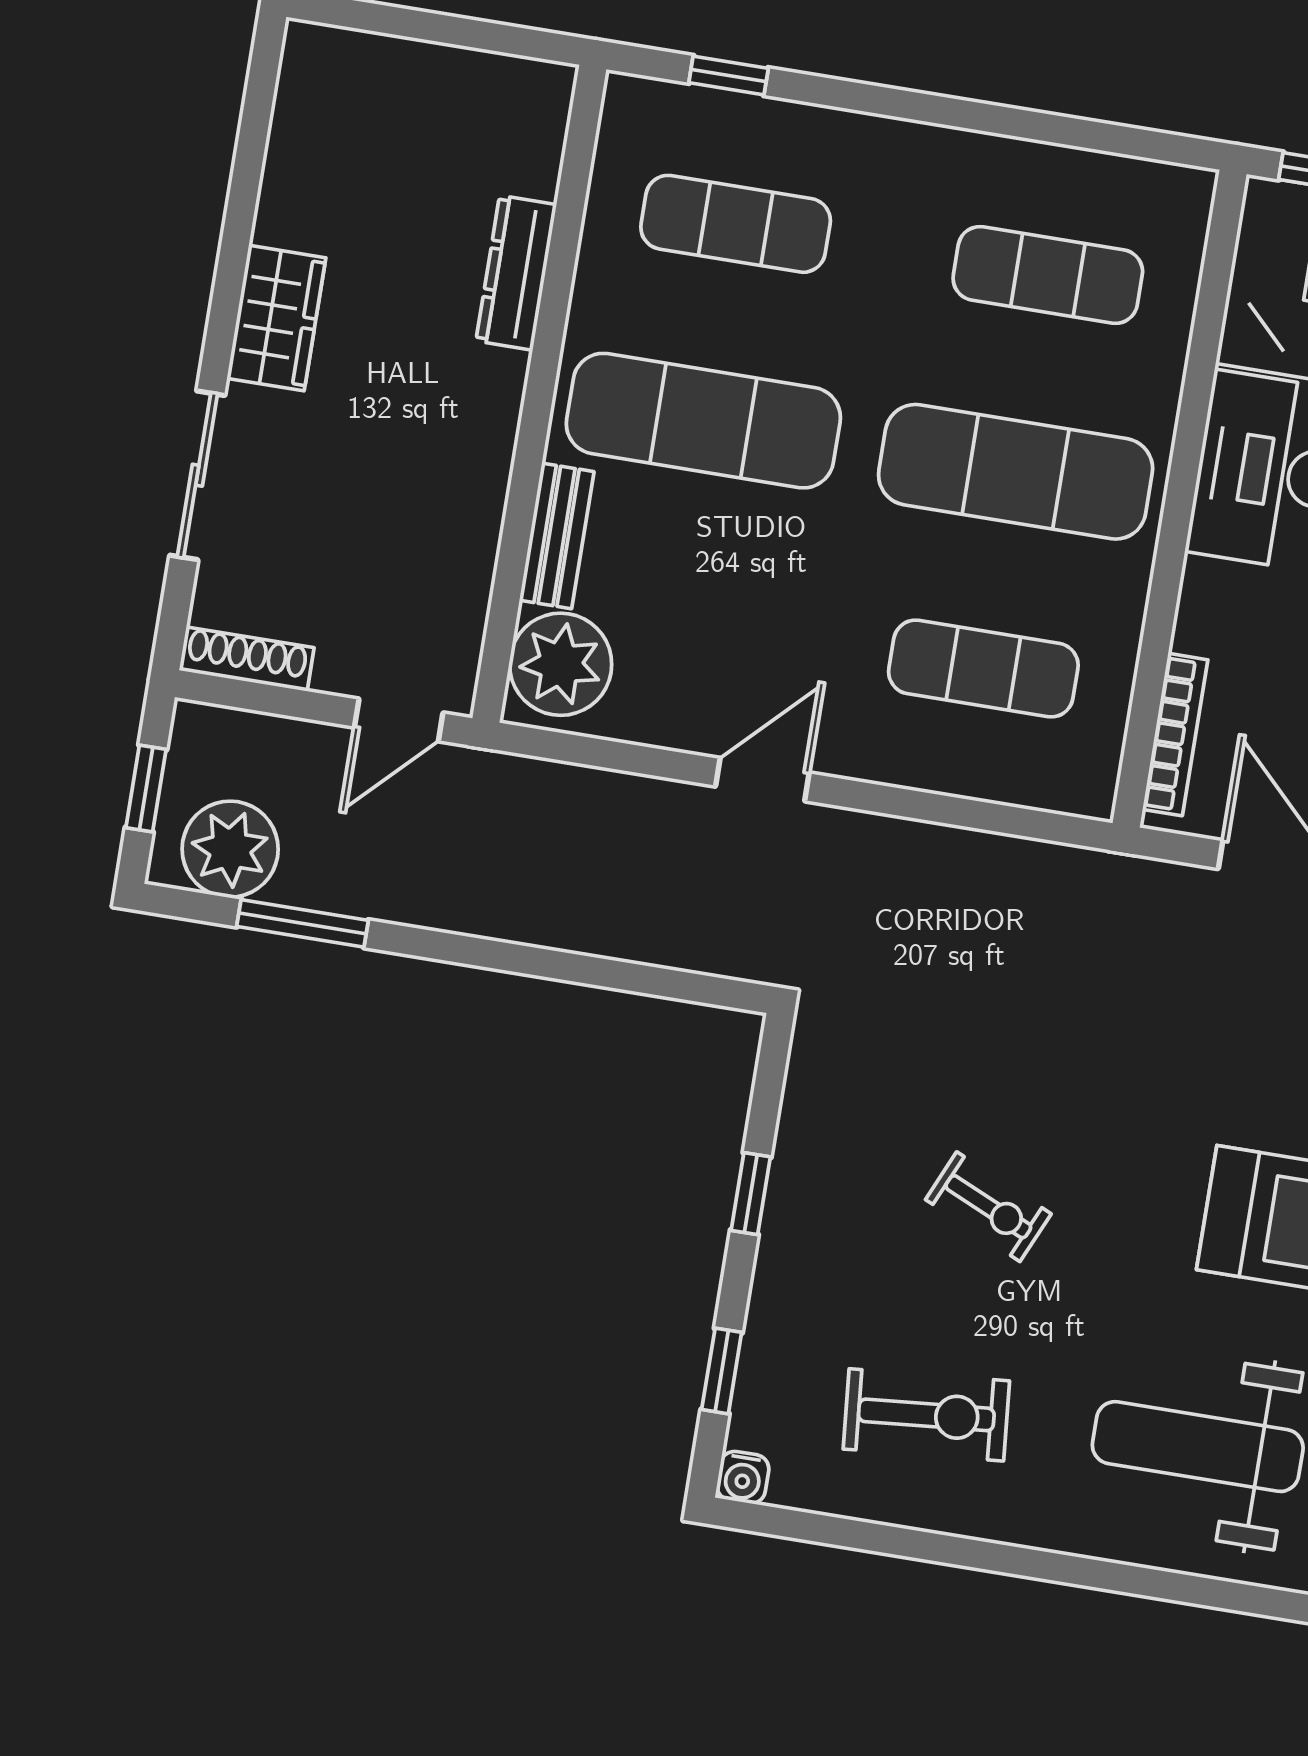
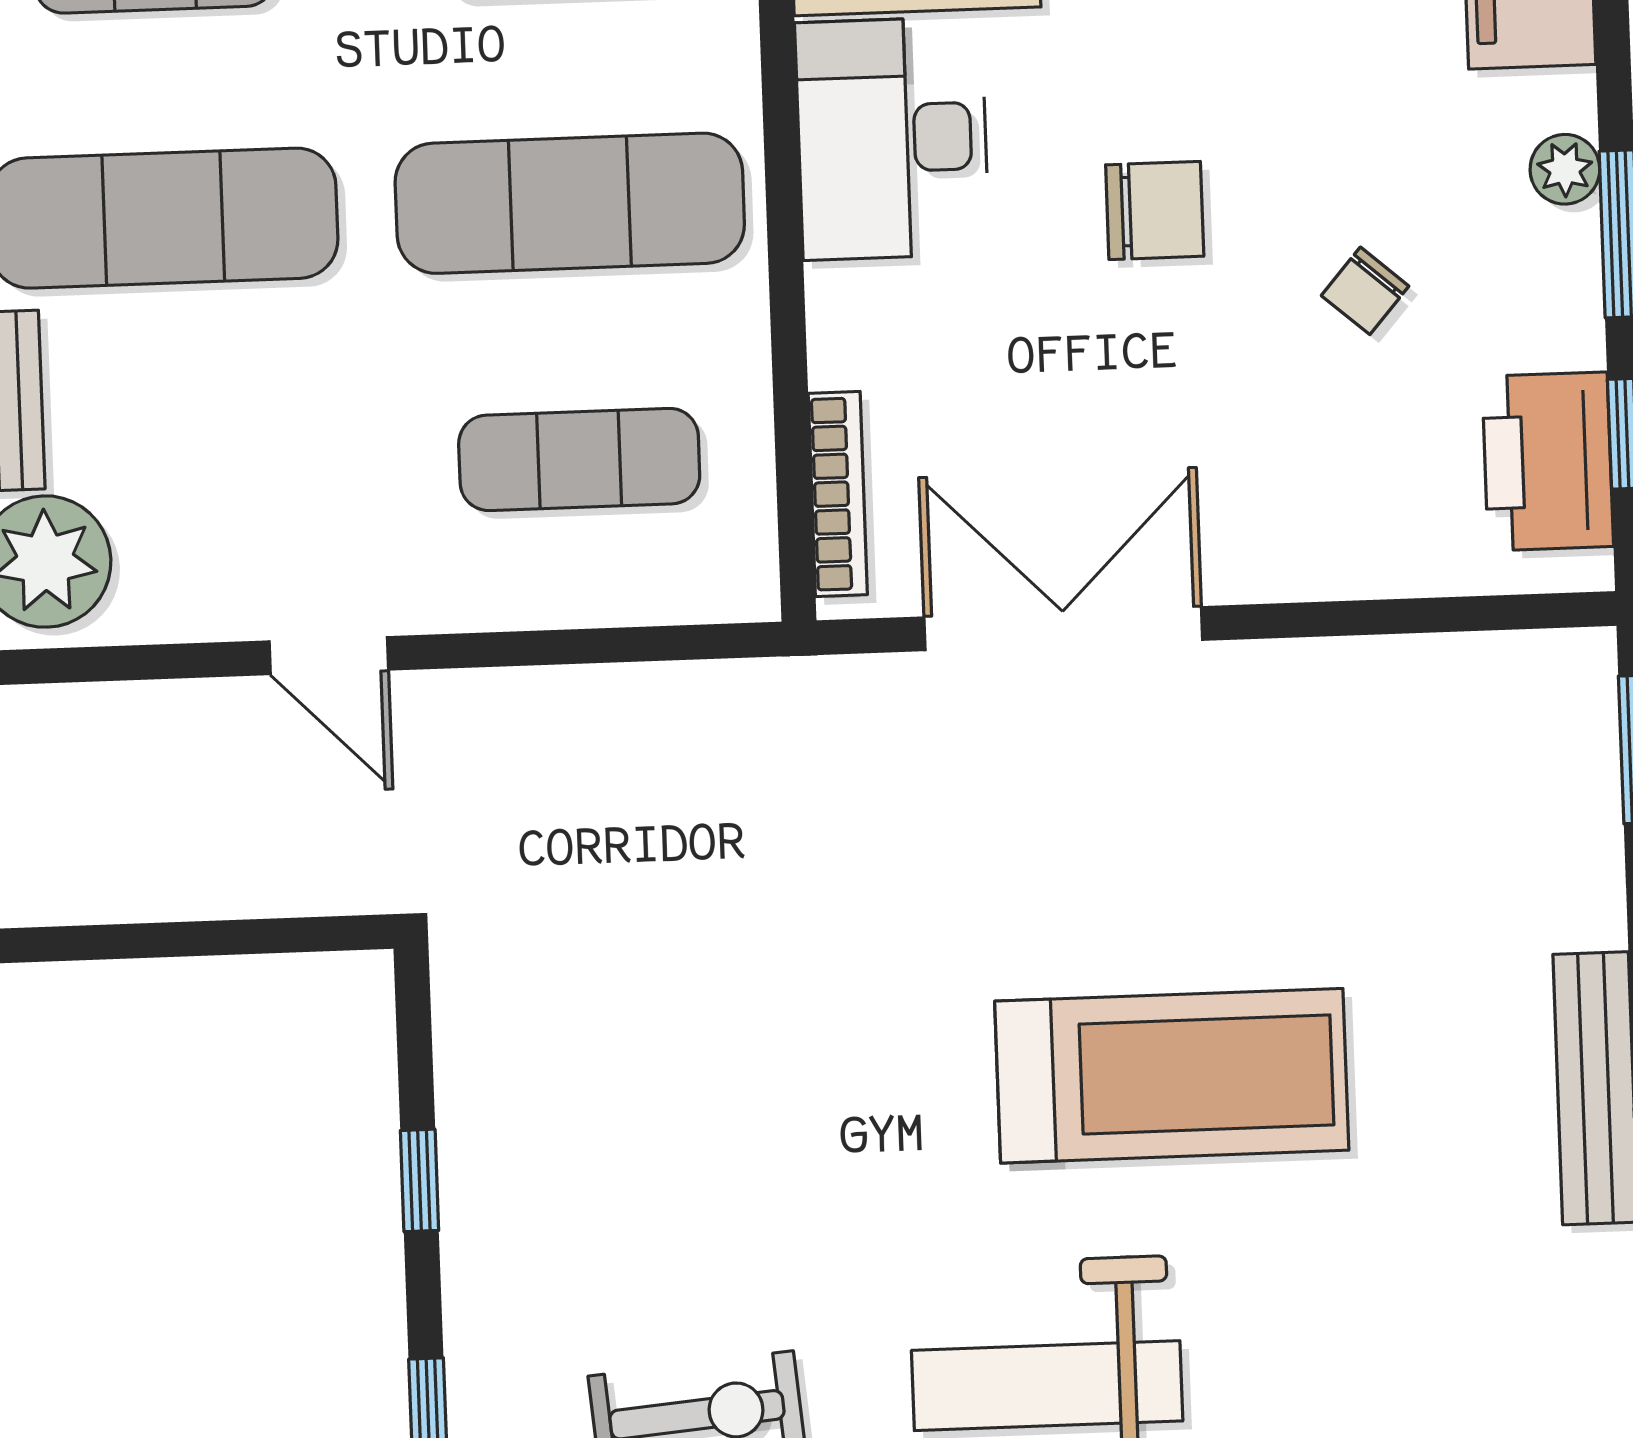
door: (762, 780) -> (329, 656), swing flipped
exercise bike: (988, 1207) -> (722, 1137), removed

